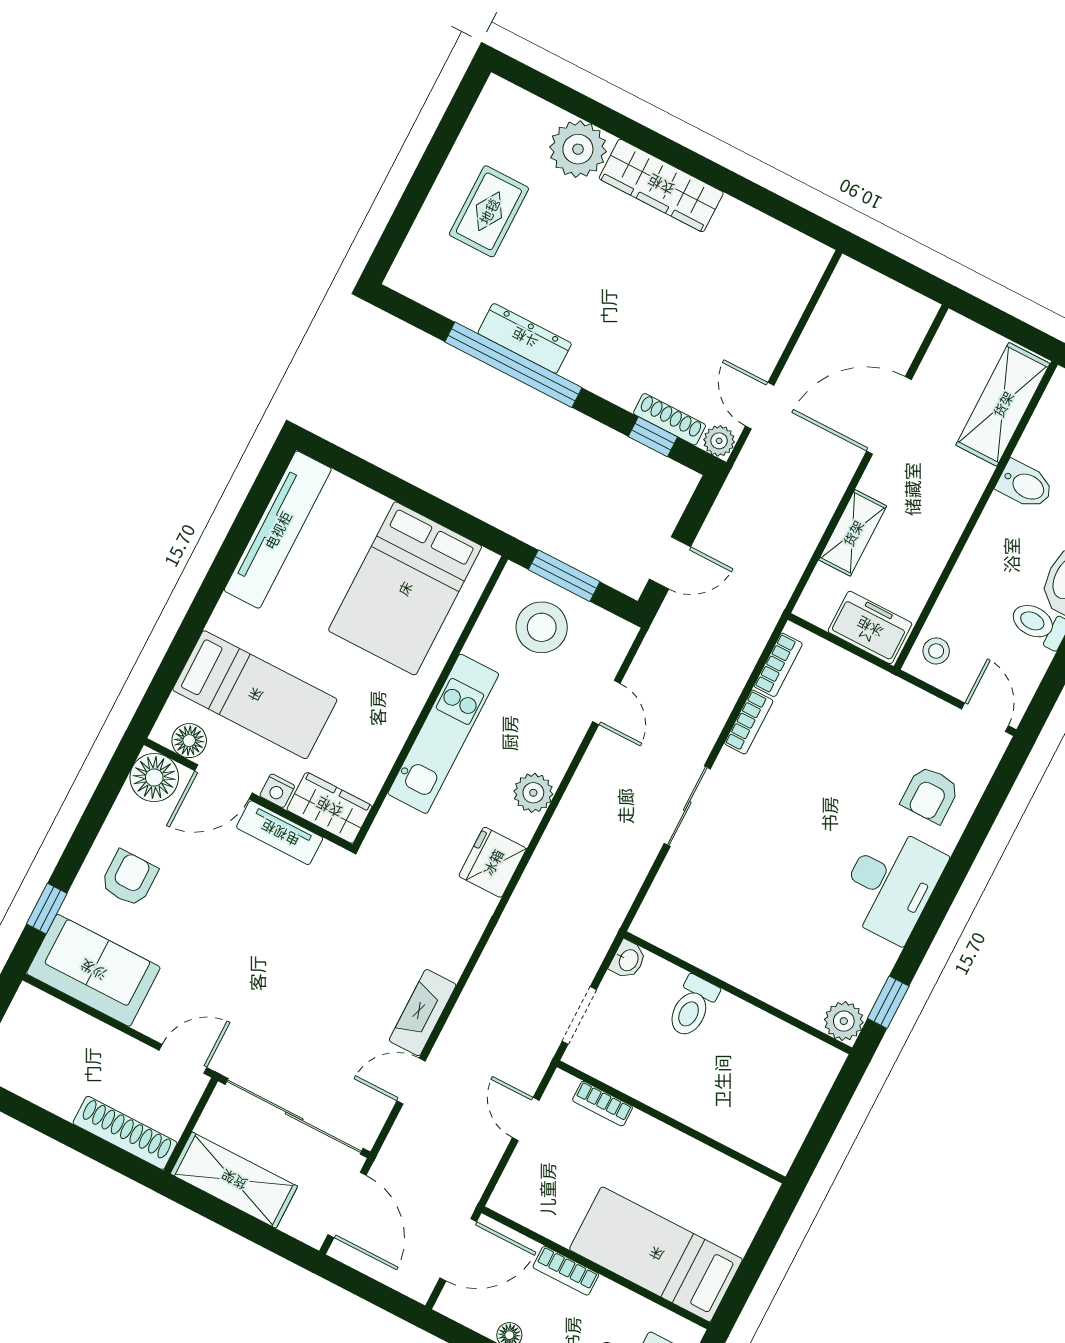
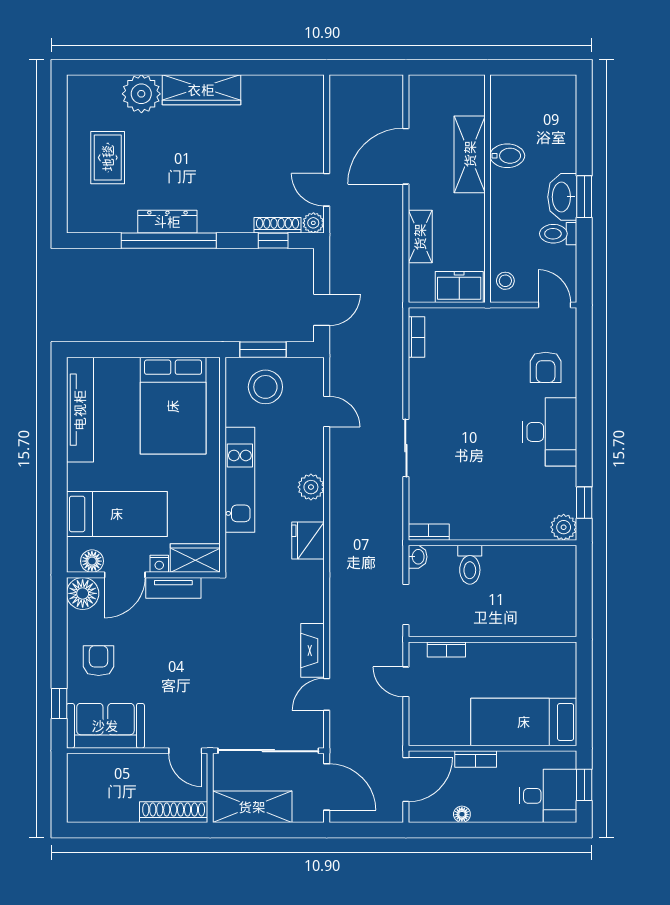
shelving: (1003, 404) -> (470, 154), moved
bookcase: (749, 722) -> (429, 532), moved, turned -90
door: (183, 1059) -> (185, 751), swing flipped

